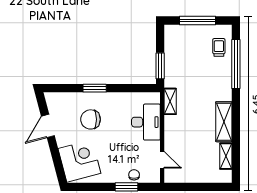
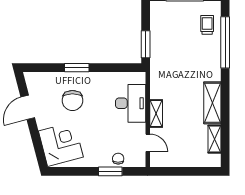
shelving: (170, 101) -> (156, 114), moved
chair: (91, 119) -> (72, 100), turned -90

